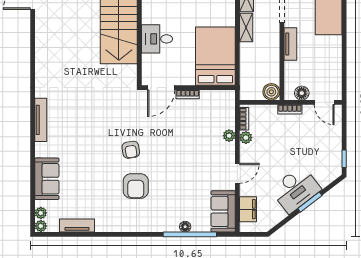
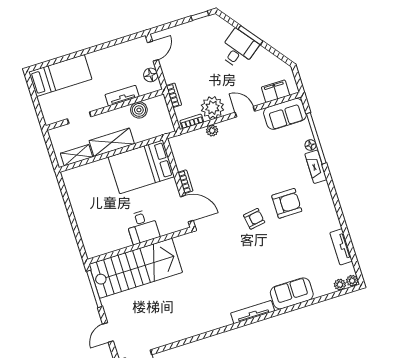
shelving: (246, 28) -> (112, 142), width x1.50, depth x1.33
tv unit: (290, 44) -> (122, 96), moved
boiler: (271, 92) -> (139, 110), moved
bookcase: (290, 109) -> (174, 95), moved
plant: (246, 138) -> (212, 108), width x1.87, depth x1.87
sofa: (47, 179) -> (292, 293), moved
desk: (296, 189) -> (238, 49), width x0.73
fireplace: (162, 225) -> (316, 167), added

